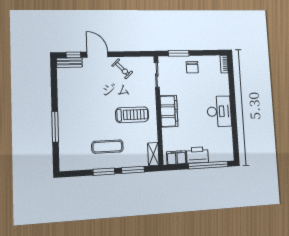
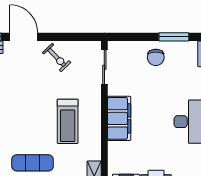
window: (179, 53) -> (174, 37), moved
treadmill: (132, 115) -> (68, 121), turned 90

